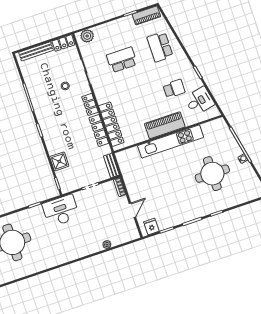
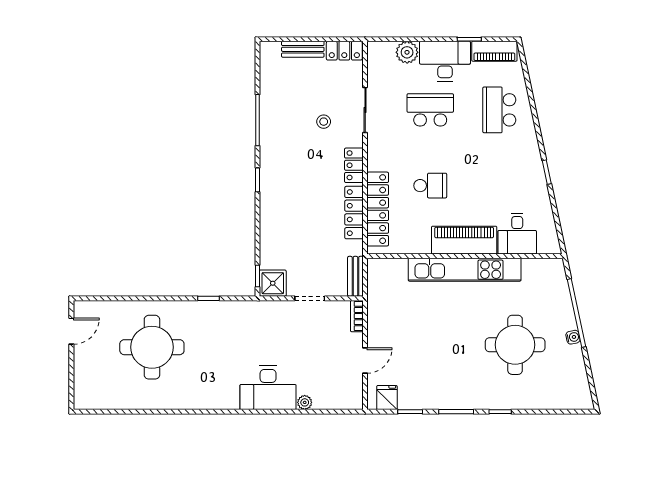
desk: (121, 30) -> (445, 61), added
plant: (87, 36) -> (407, 52), moved
bench: (36, 51) -> (303, 49), width x0.73
school desk: (174, 89) -> (430, 186), moved
desk: (199, 101) -> (517, 234), moved, turned 102
shower: (59, 161) -> (273, 283), moved
desk: (61, 211) -> (268, 388), moved, turned 180

